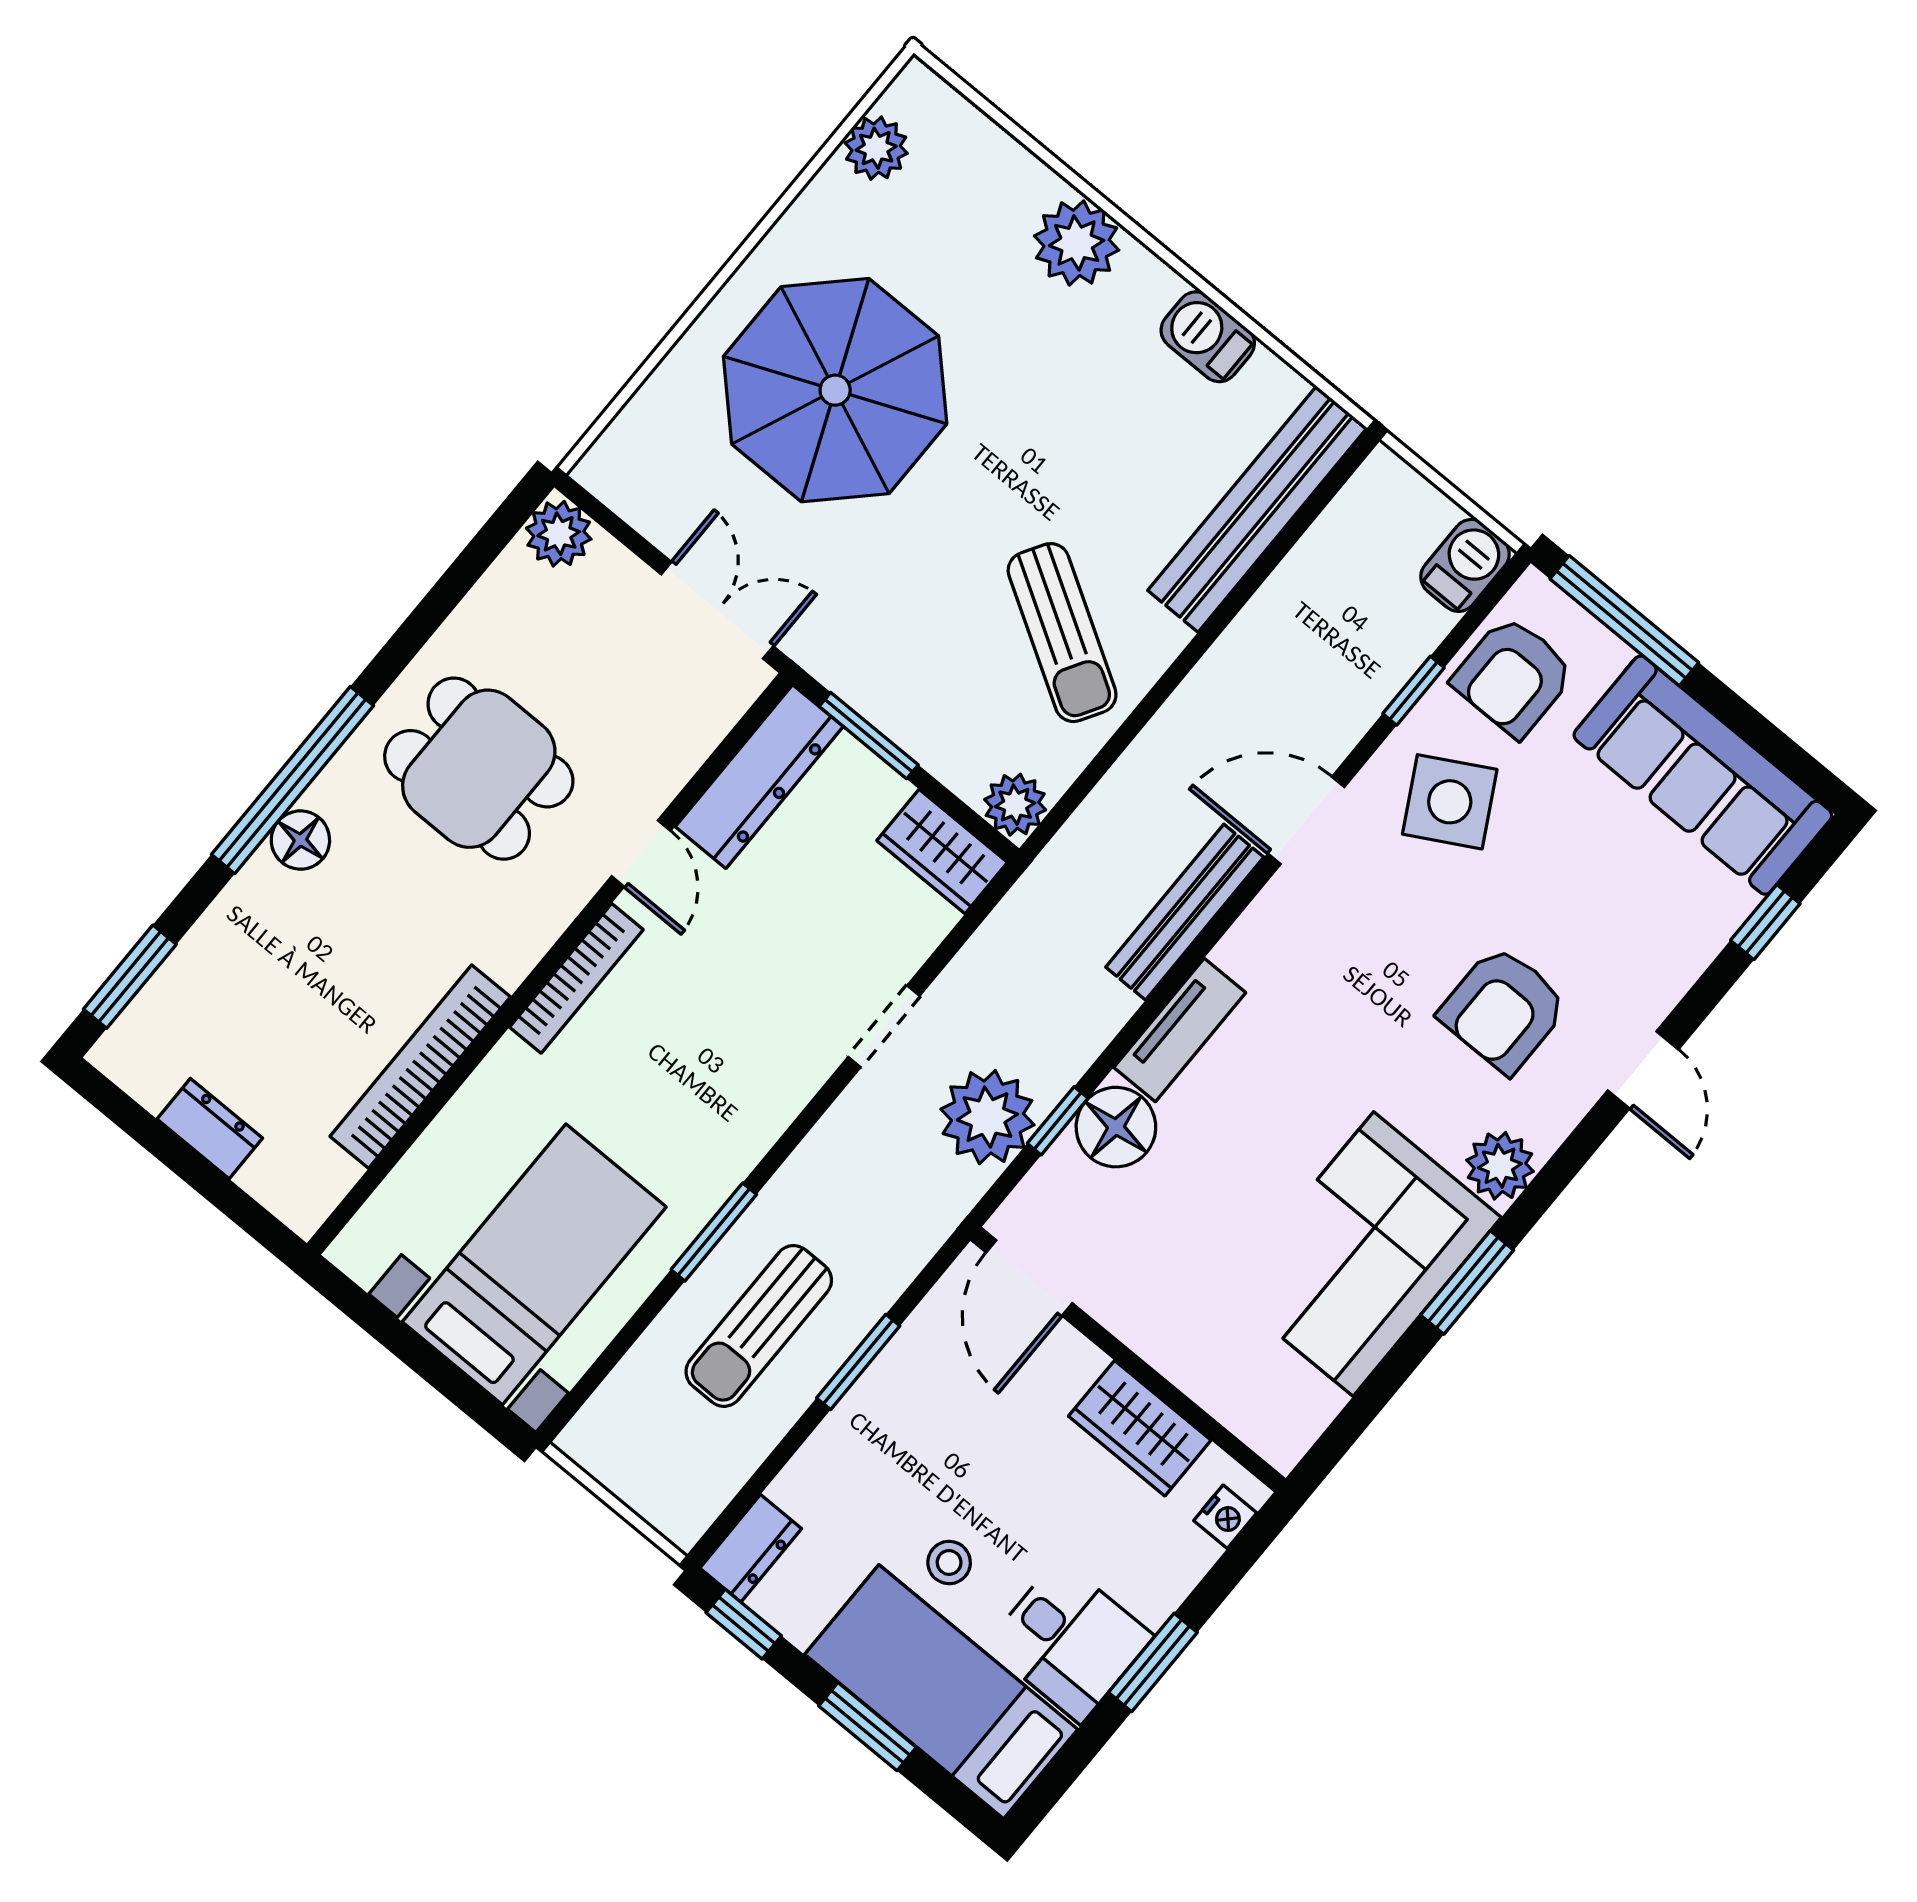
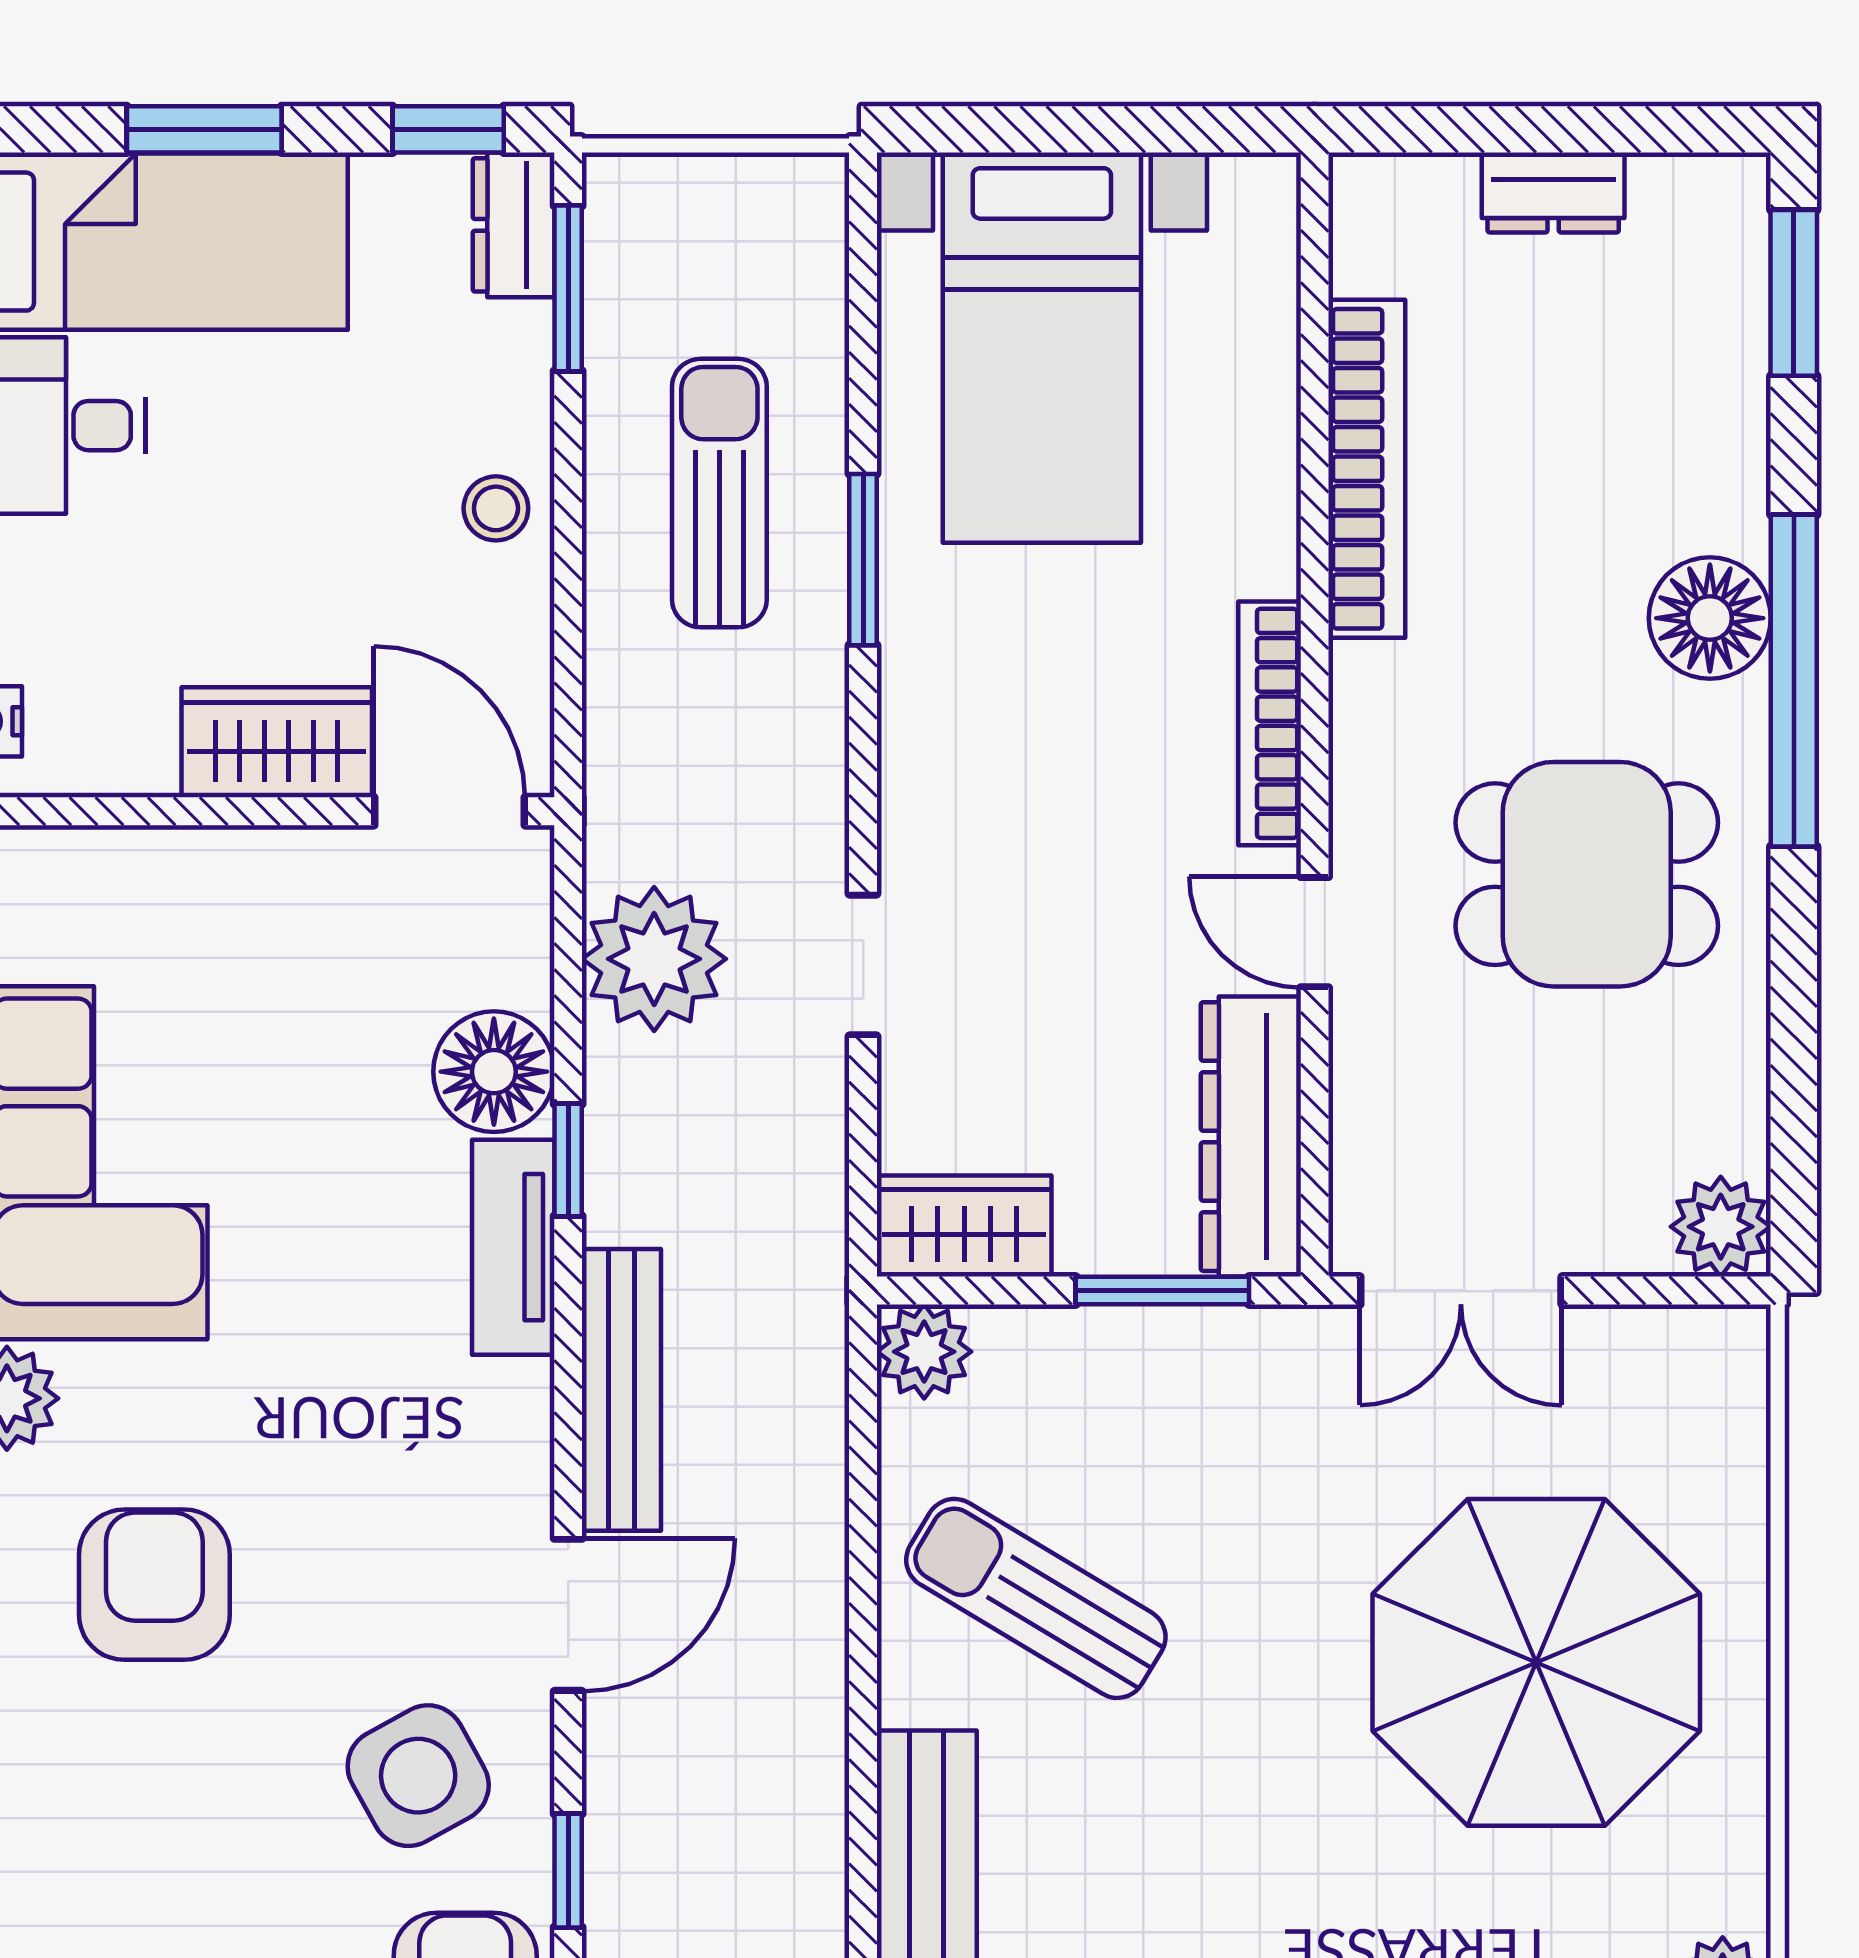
floor lamp: (300, 840) -> (1710, 618), width x1.38, depth x1.38
window: (1058, 1121) -> (568, 1160), moved
window: (858, 1362) -> (568, 288), moved
wardrobe: (1140, 1428) -> (277, 742), moved
stool: (949, 1562) -> (496, 508), moved

